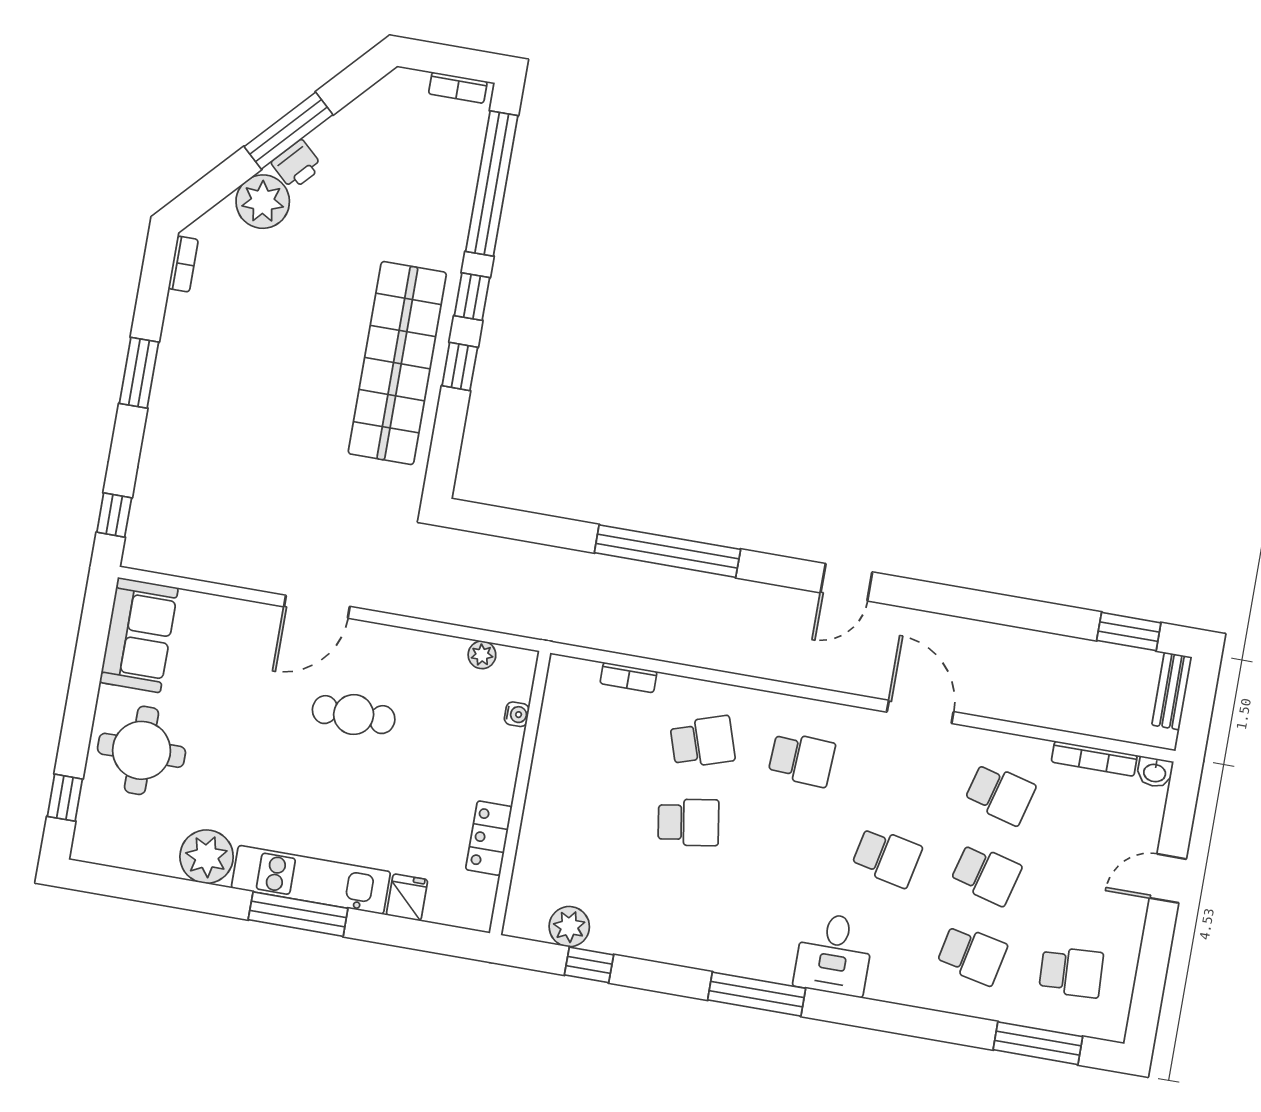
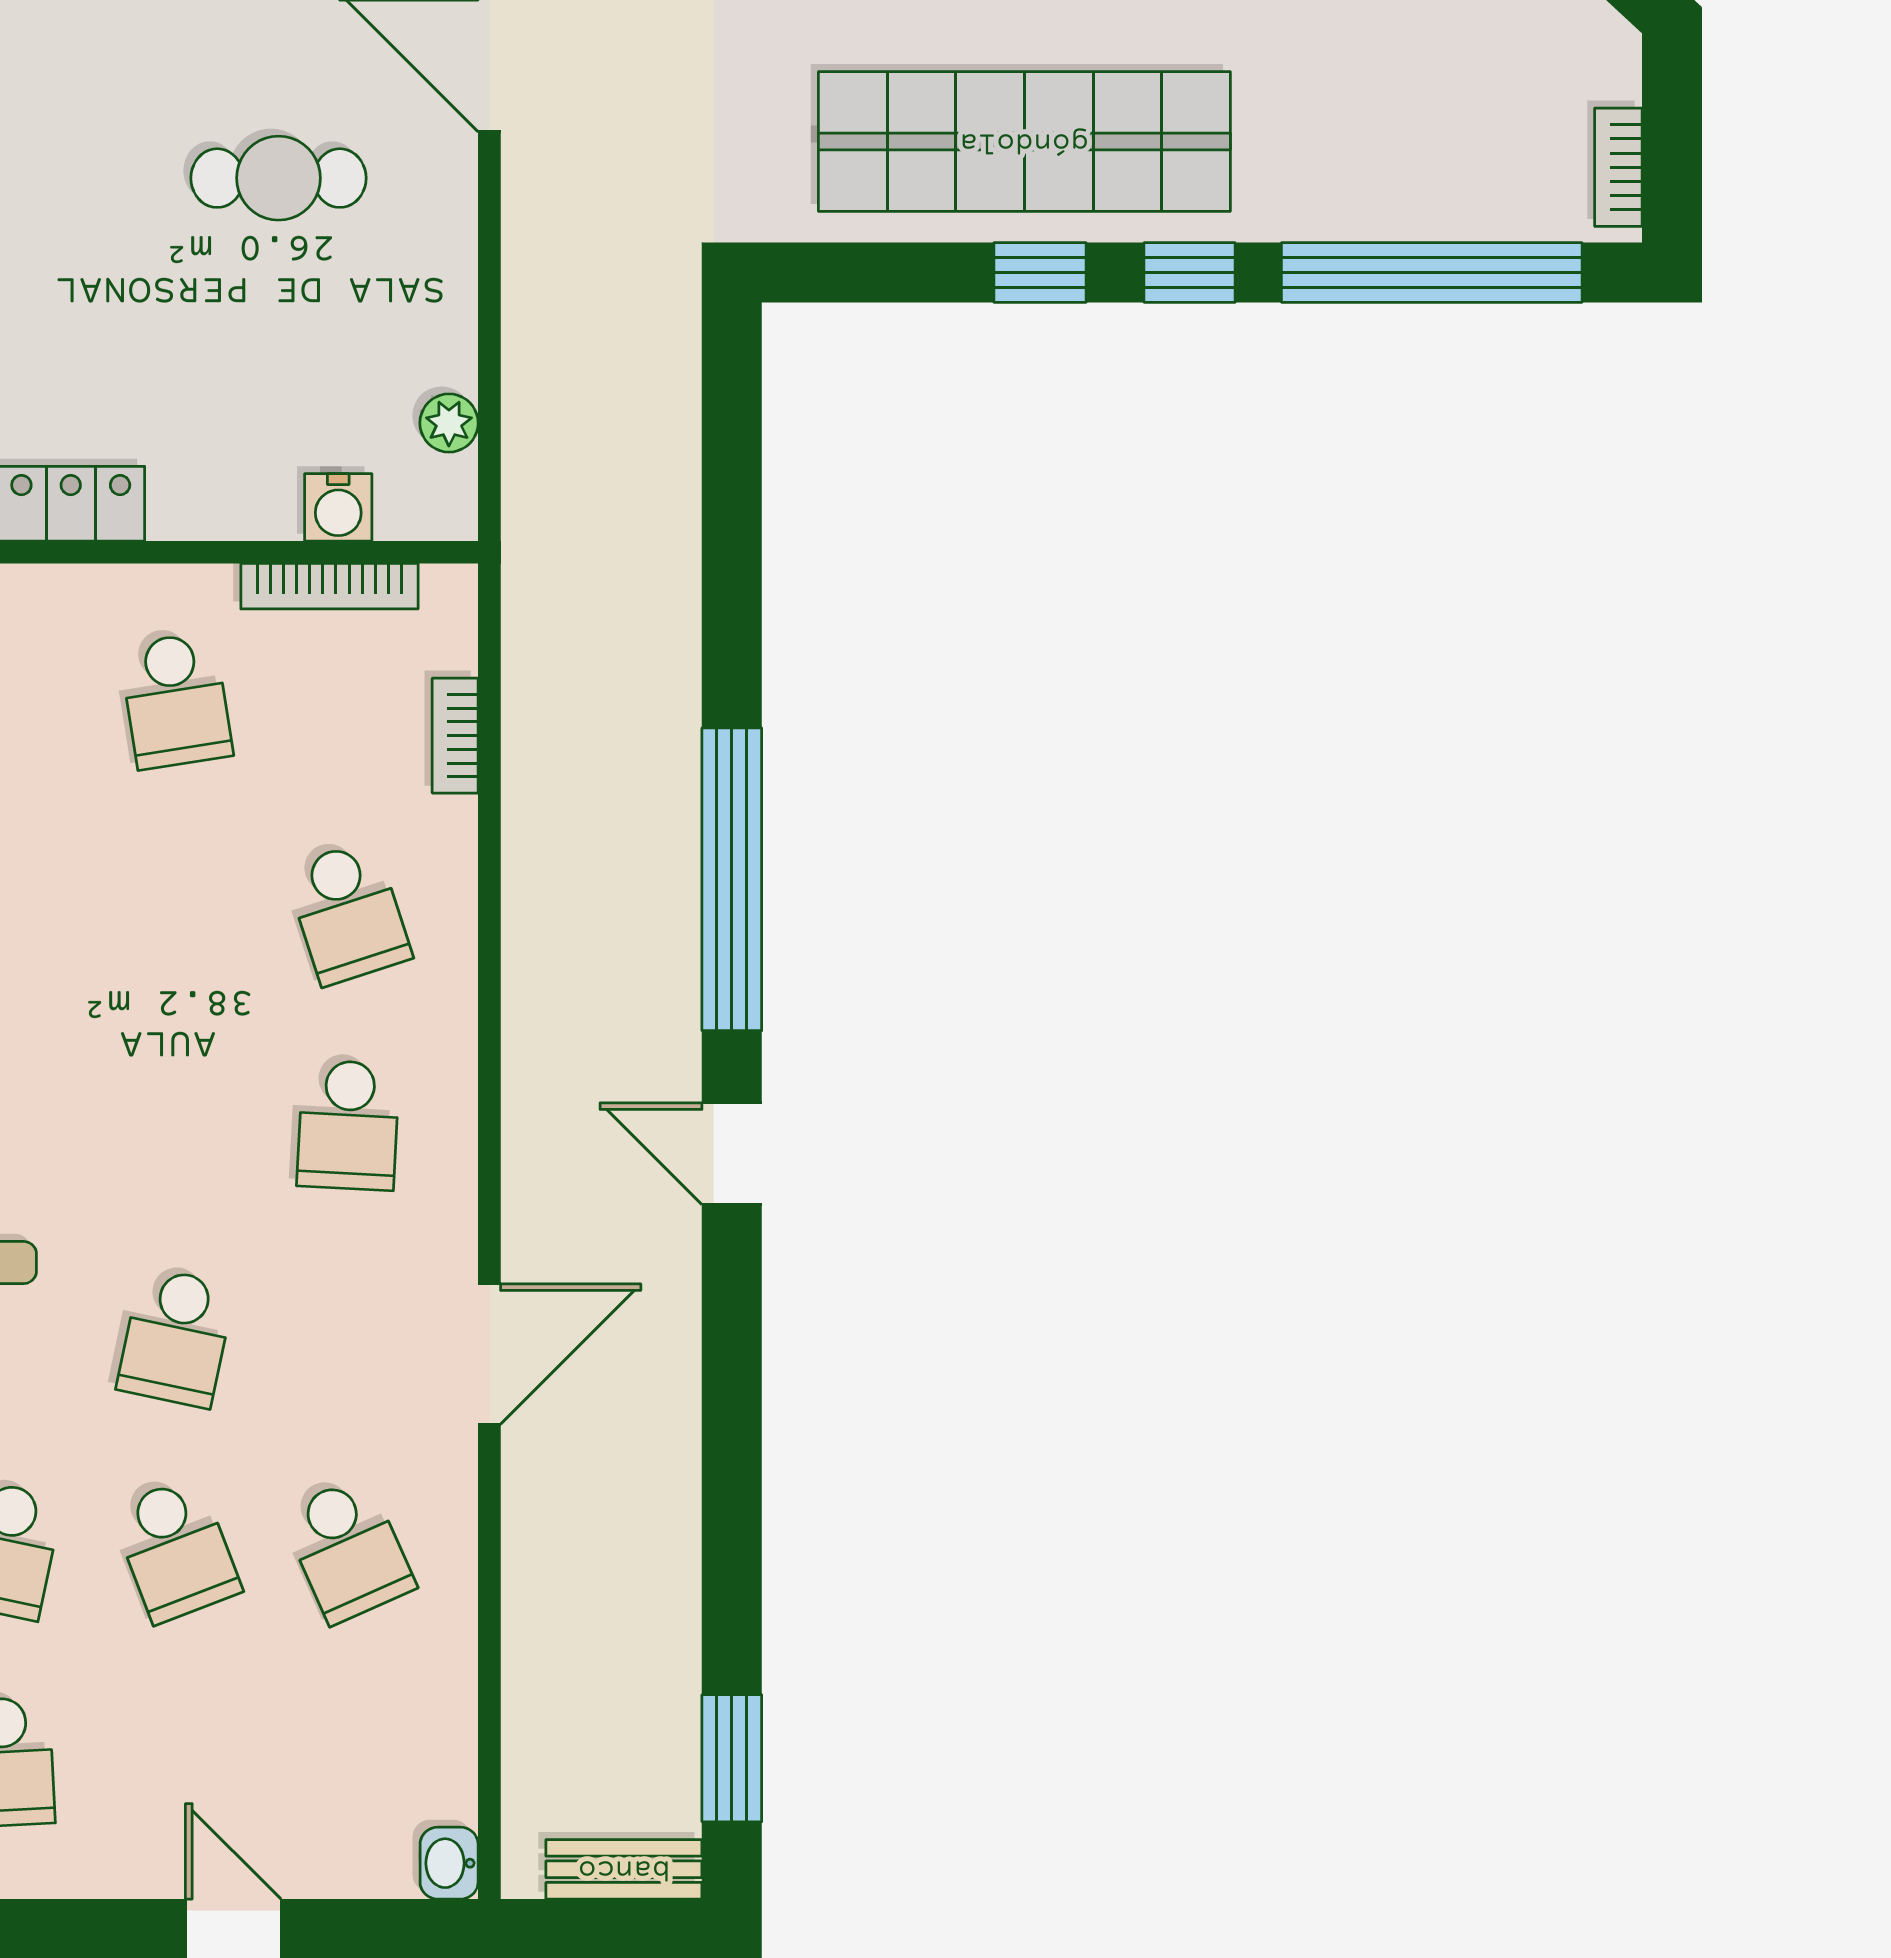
window: (667, 551) -> (732, 879), moved
water cooler: (517, 714) -> (338, 507), width x1.38, depth x1.38
cafe table: (354, 715) -> (278, 178), turned 90
bookcase: (1094, 759) -> (329, 586), moved, turned -90
school desk: (1000, 794) -> (348, 1550), turned -39
school desk: (688, 822) -> (176, 700), moved
school desk: (986, 874) -> (176, 1550), turned -36

